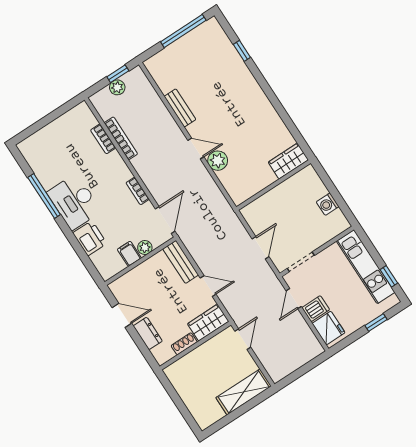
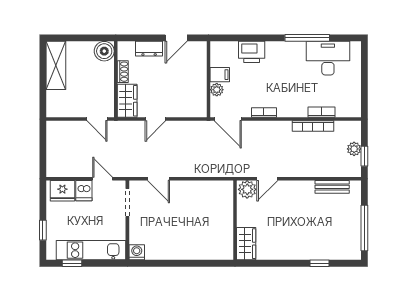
bench: (180, 108) -> (332, 187), moved
wardrobe: (288, 161) -> (246, 244), moved
wall: (273, 185) -> (235, 220), moved
desk: (74, 202) -> (328, 58), moved
washing machine: (328, 204) -> (137, 252), moved
bench: (181, 262) -> (188, 110), removed
boiler: (177, 373) -> (104, 51), added
shelving: (244, 392) -> (56, 65), moved

